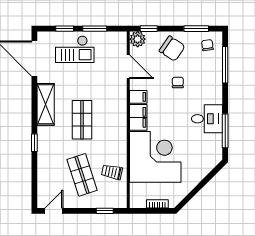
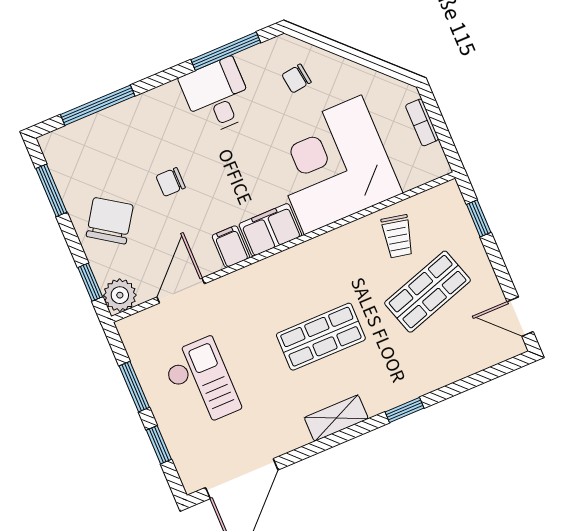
chair: (207, 45) -> (297, 78), moved
checkout: (75, 49) -> (201, 382), moved
shelving: (46, 104) -> (336, 418), width x0.67, depth x0.75

